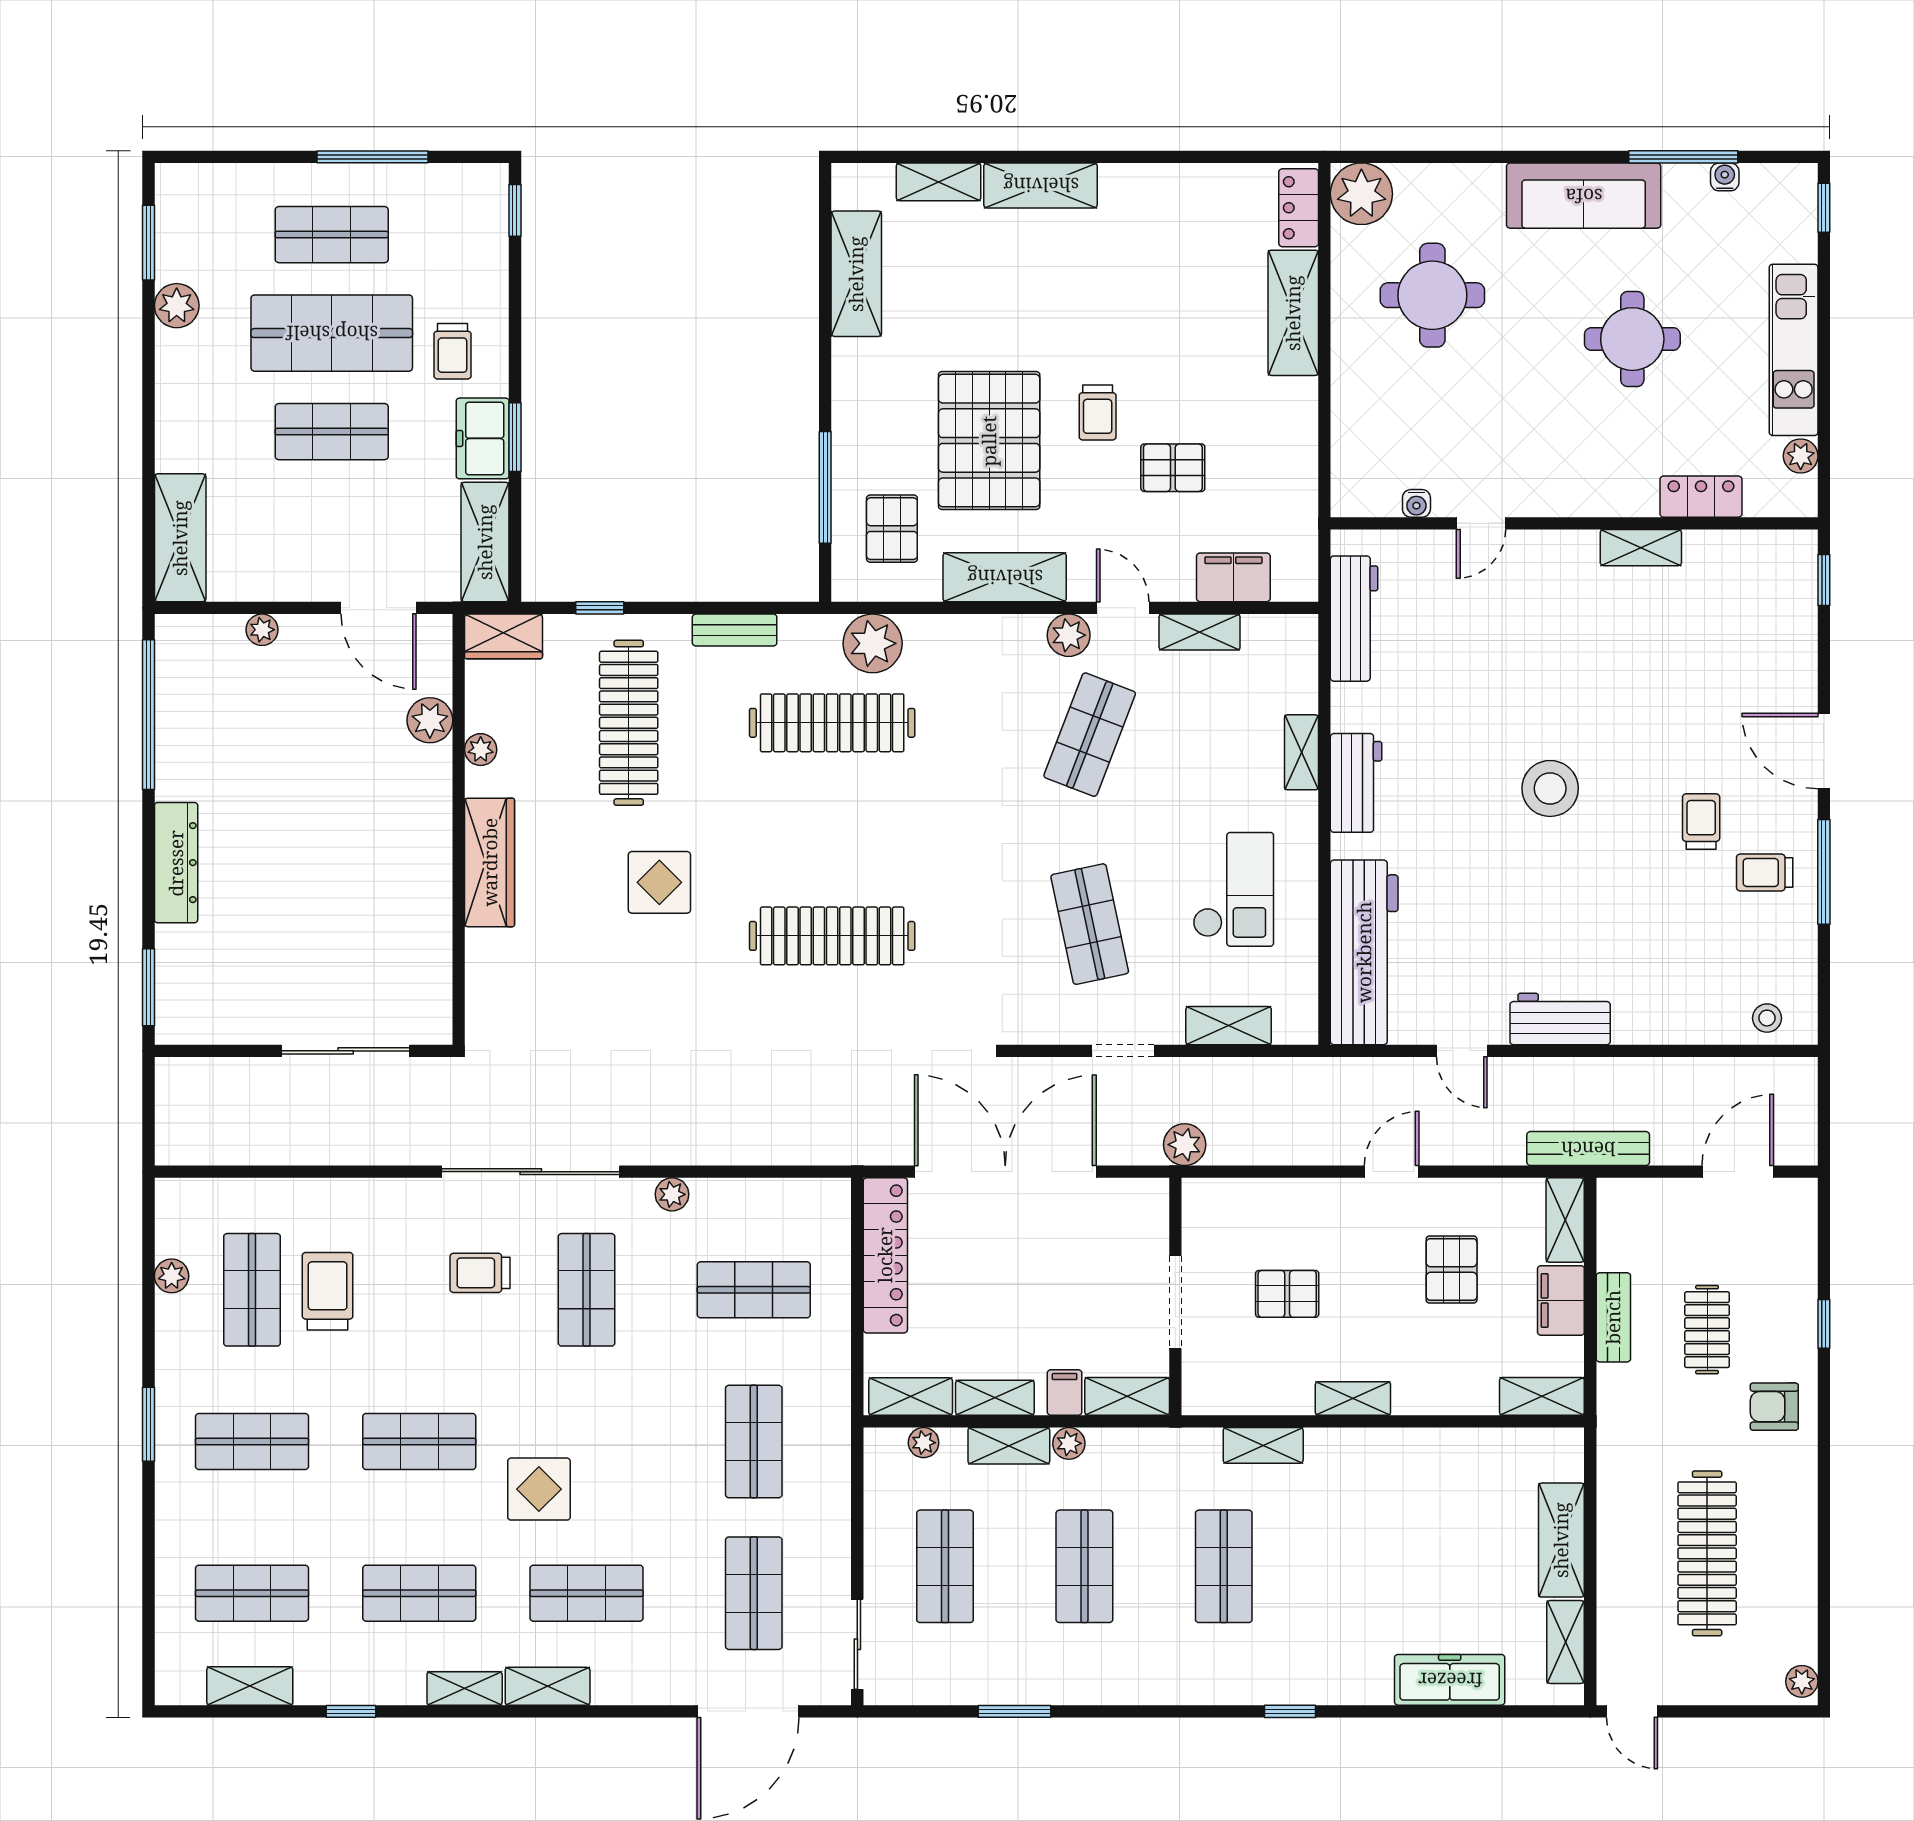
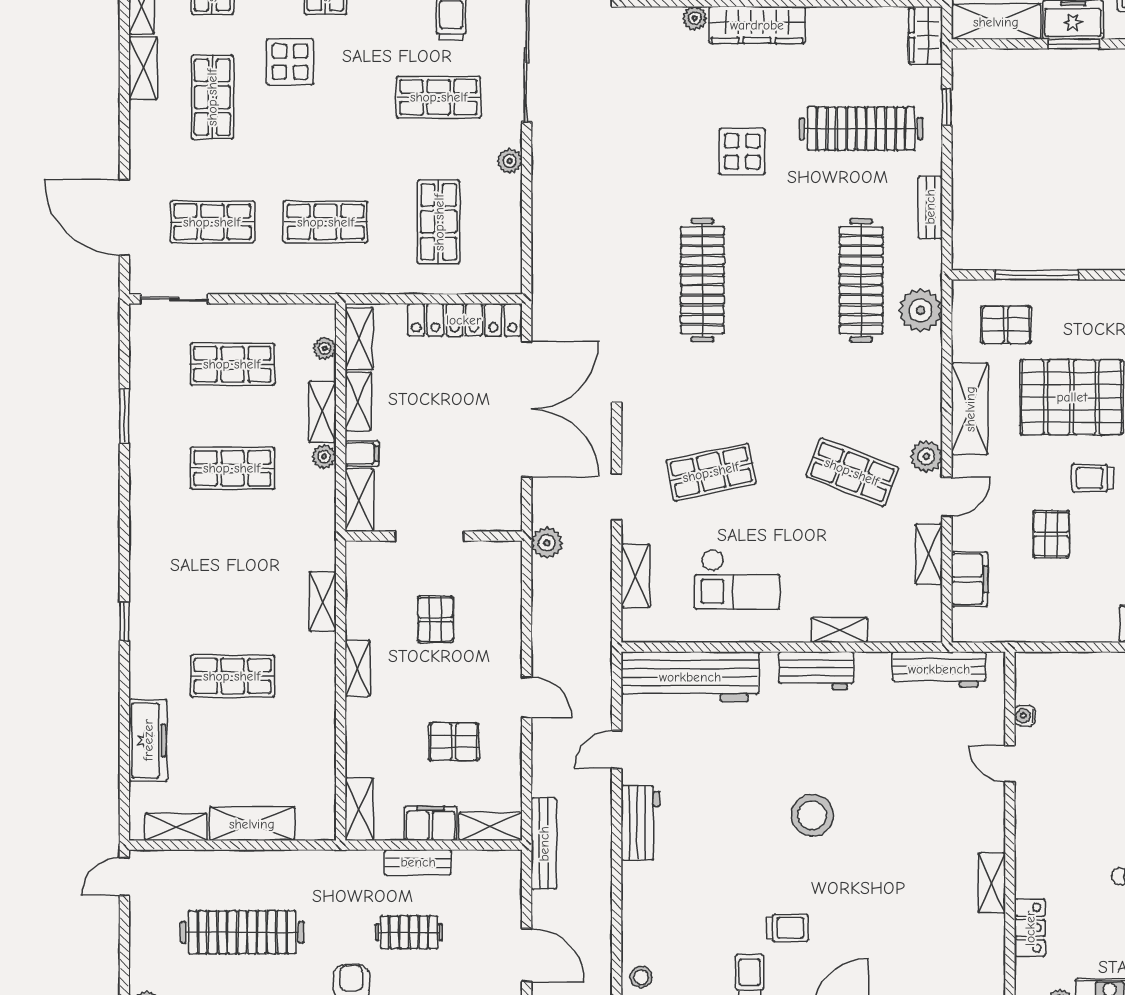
plant: (481, 750) -> (695, 18), moved
shop shelf: (1224, 1566) -> (232, 676), moved

